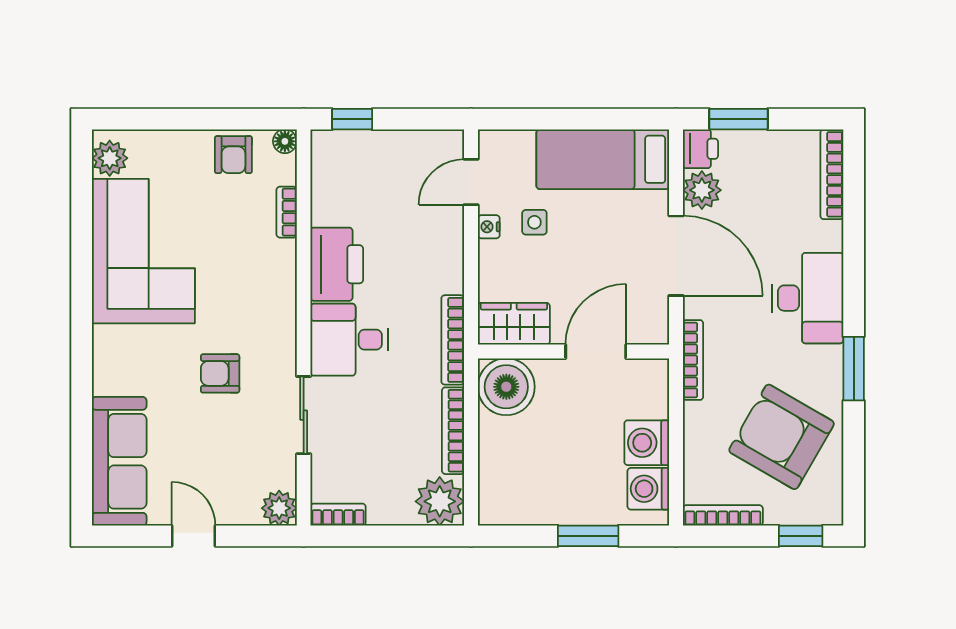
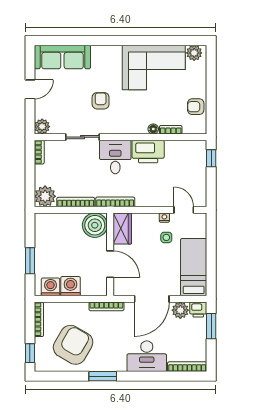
floor lamp: (285, 141) -> (153, 129), moved
desk: (808, 298) -> (147, 356), moved

